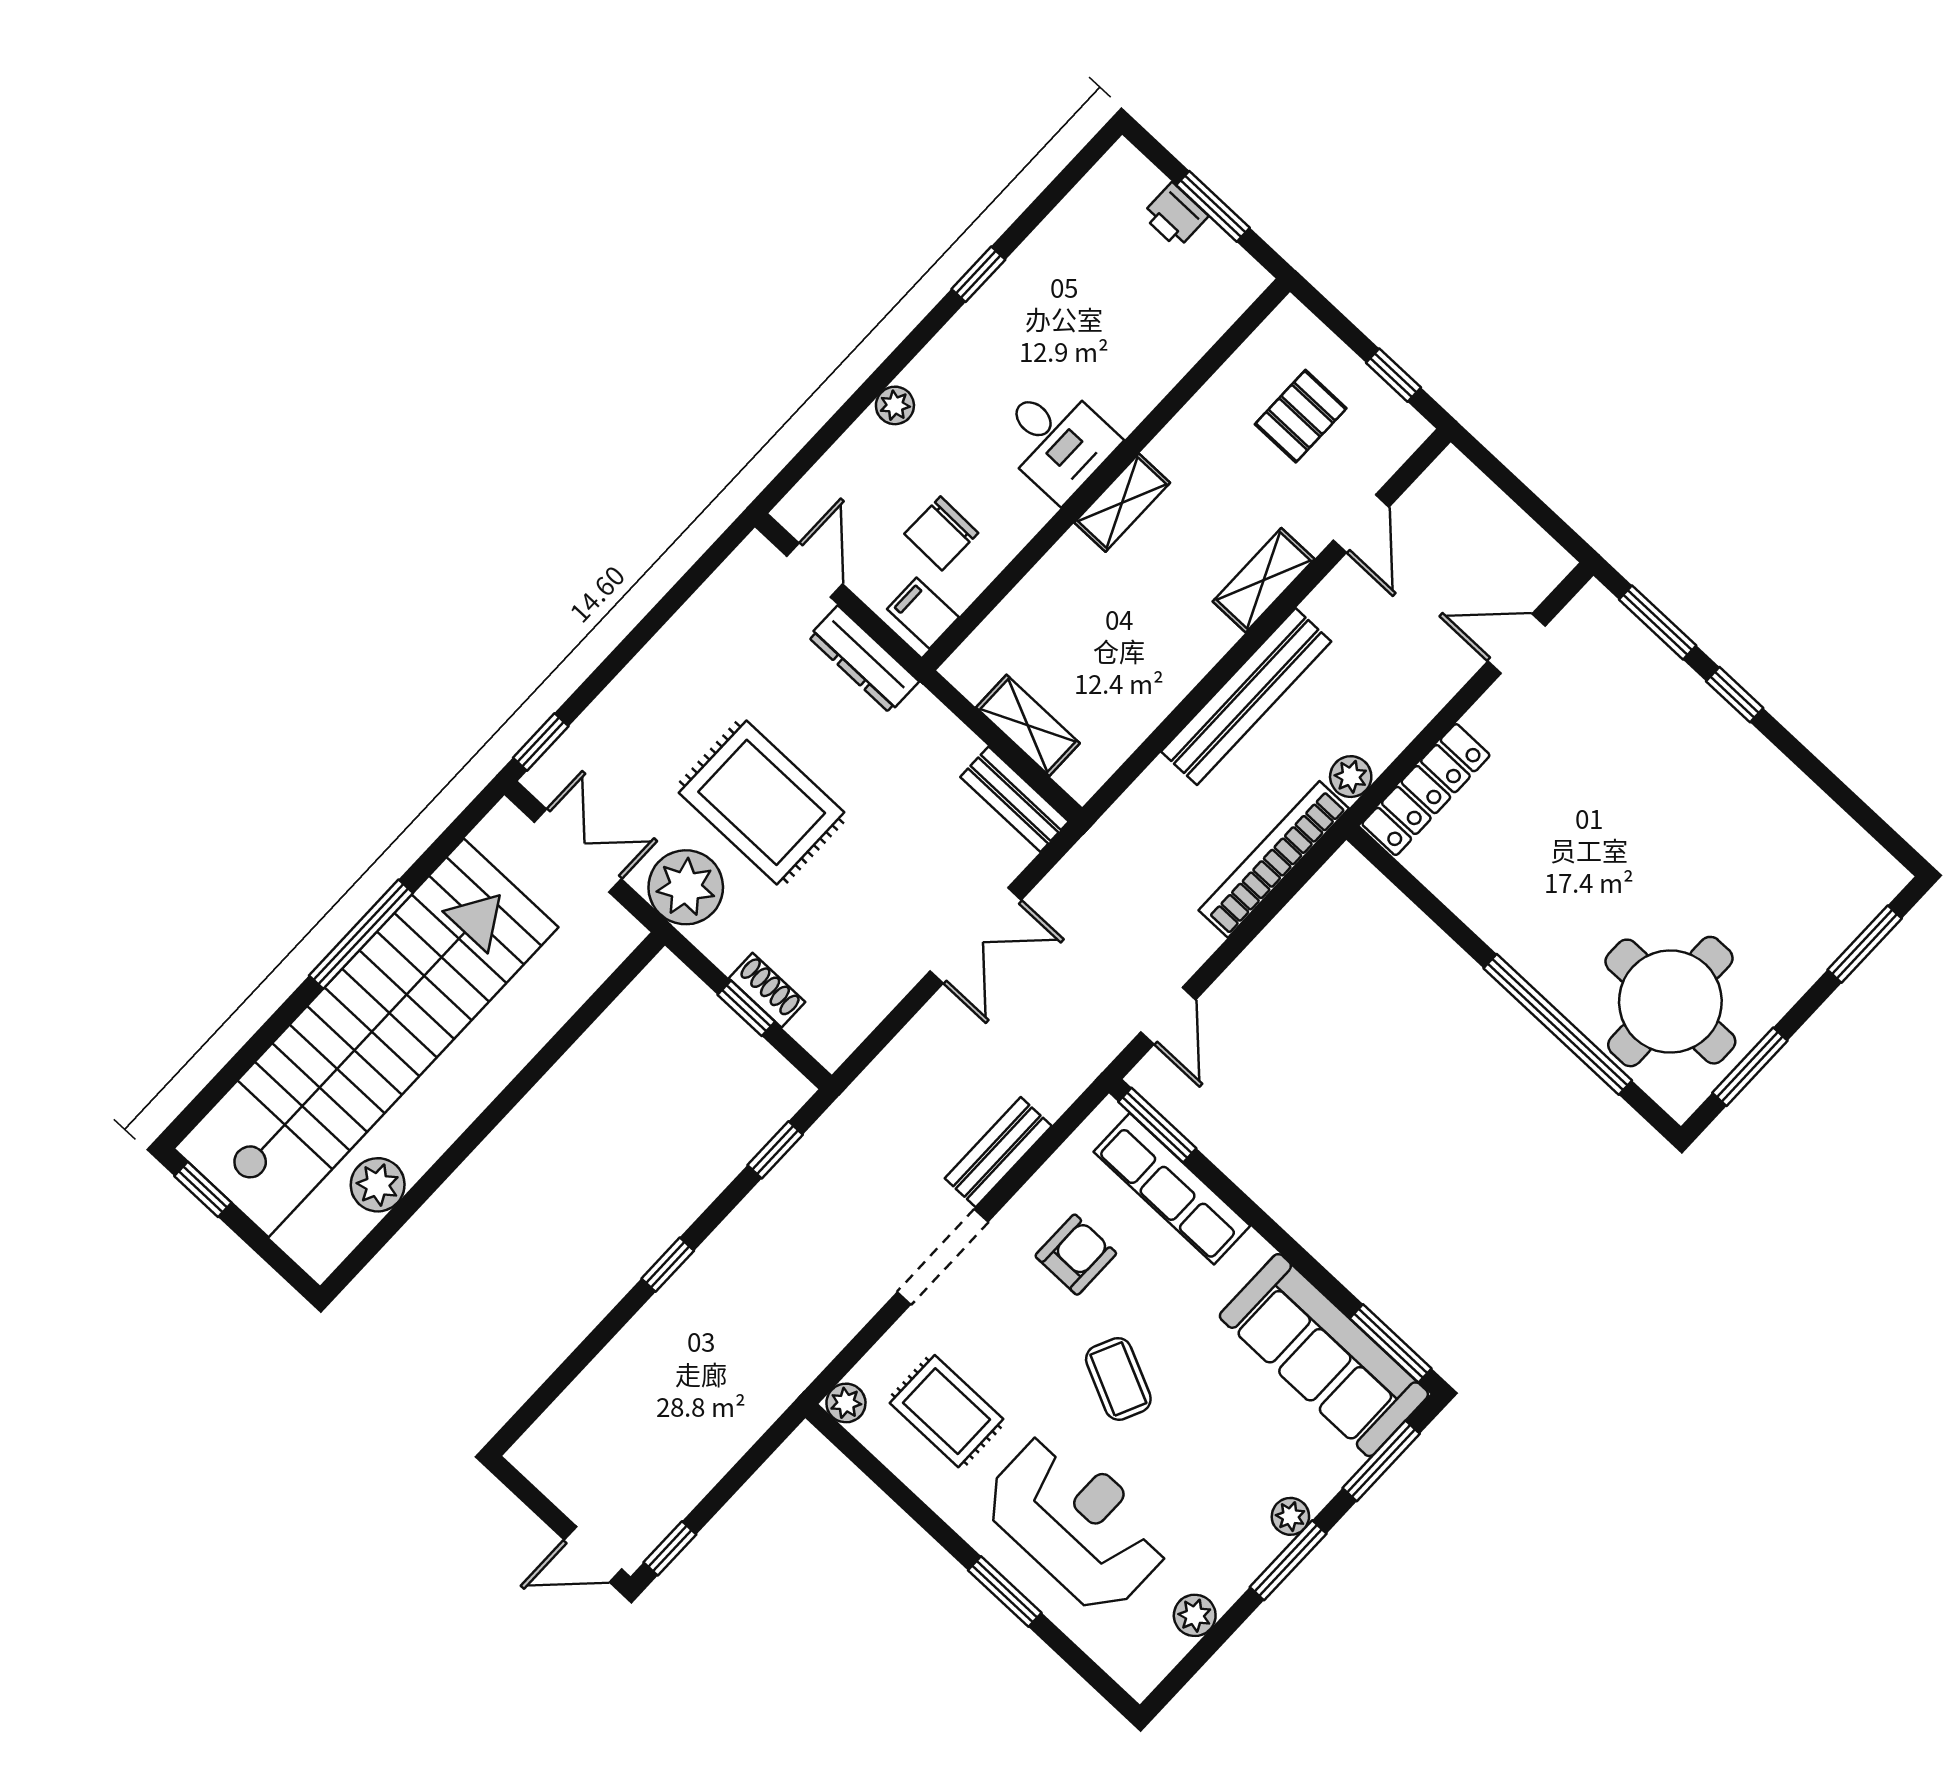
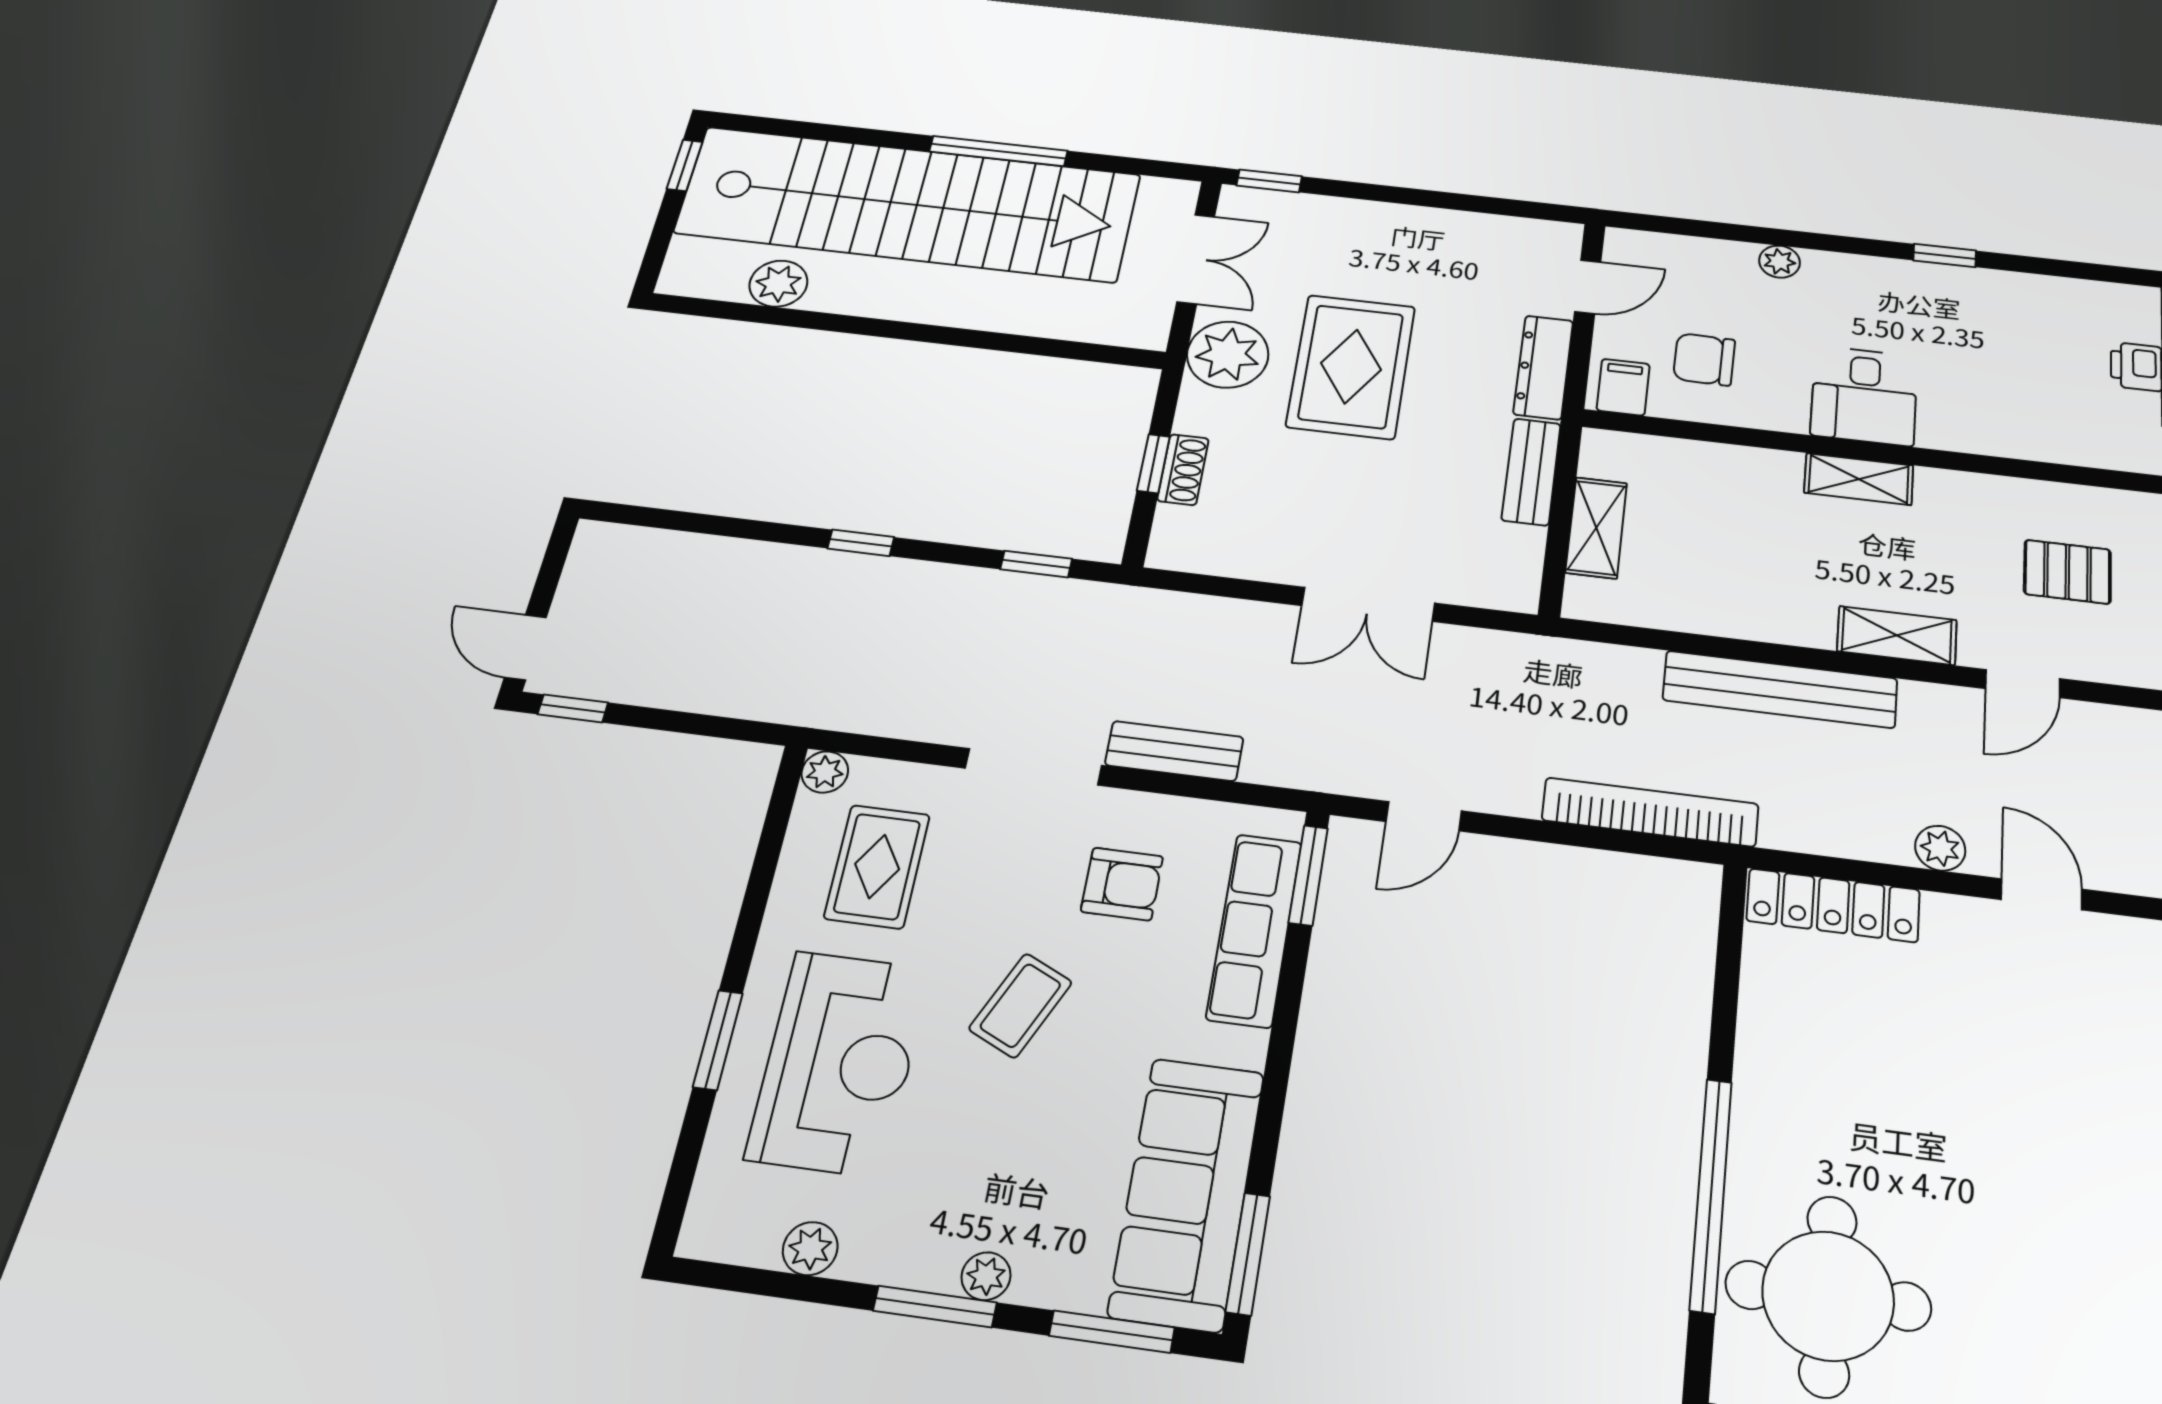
plant: (1351, 777) -> (1940, 848), moved
bench: (1015, 799) -> (1531, 472), moved

